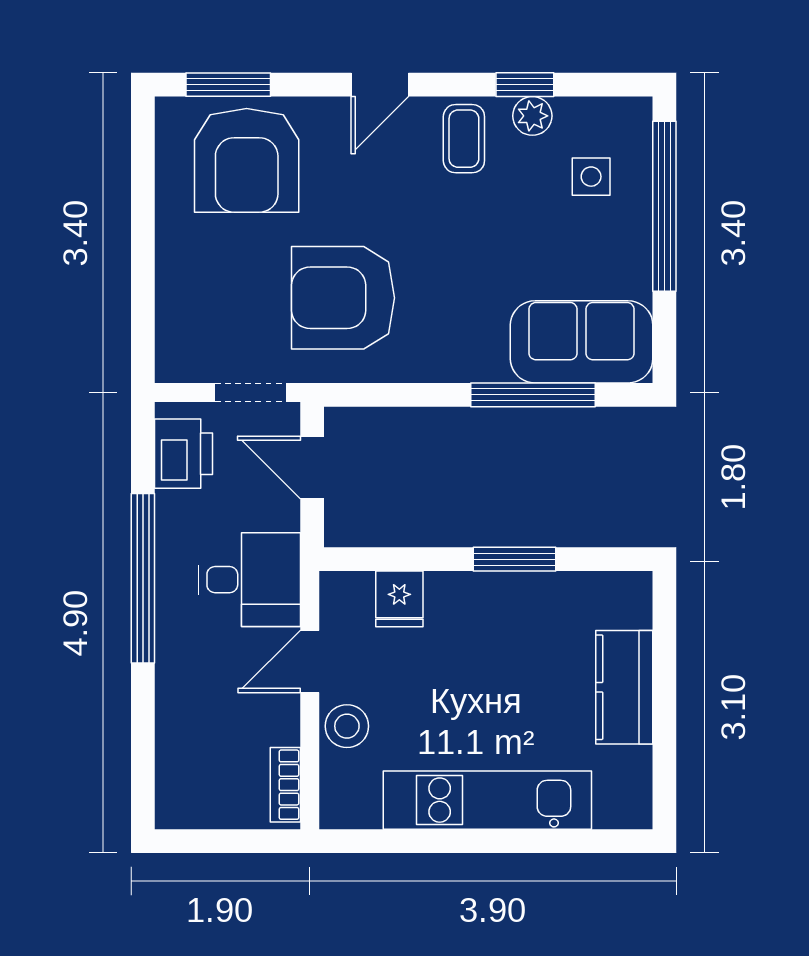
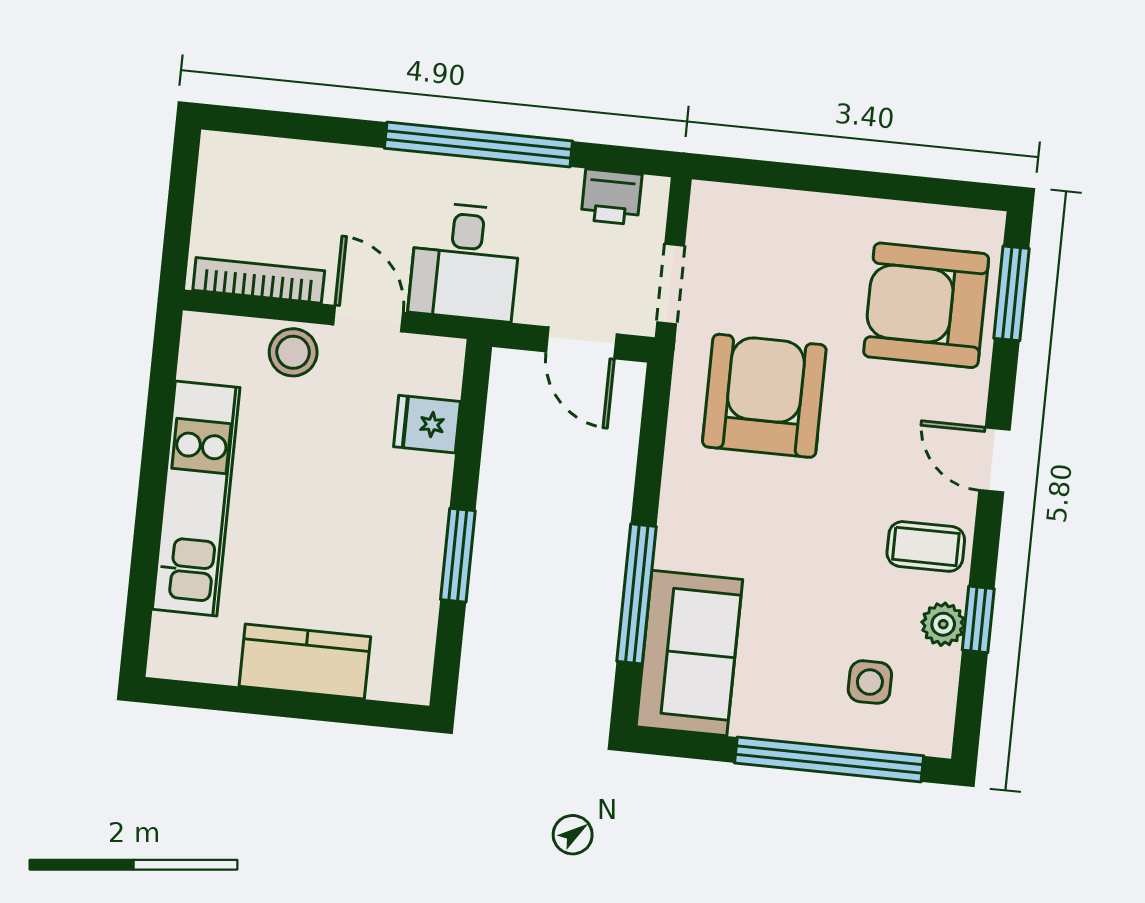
printer: (183, 454) -> (611, 197), width x0.73, depth x0.81
door: (312, 467) -> (581, 343), swing flipped
bookcase: (285, 785) -> (259, 280), width x1.56

